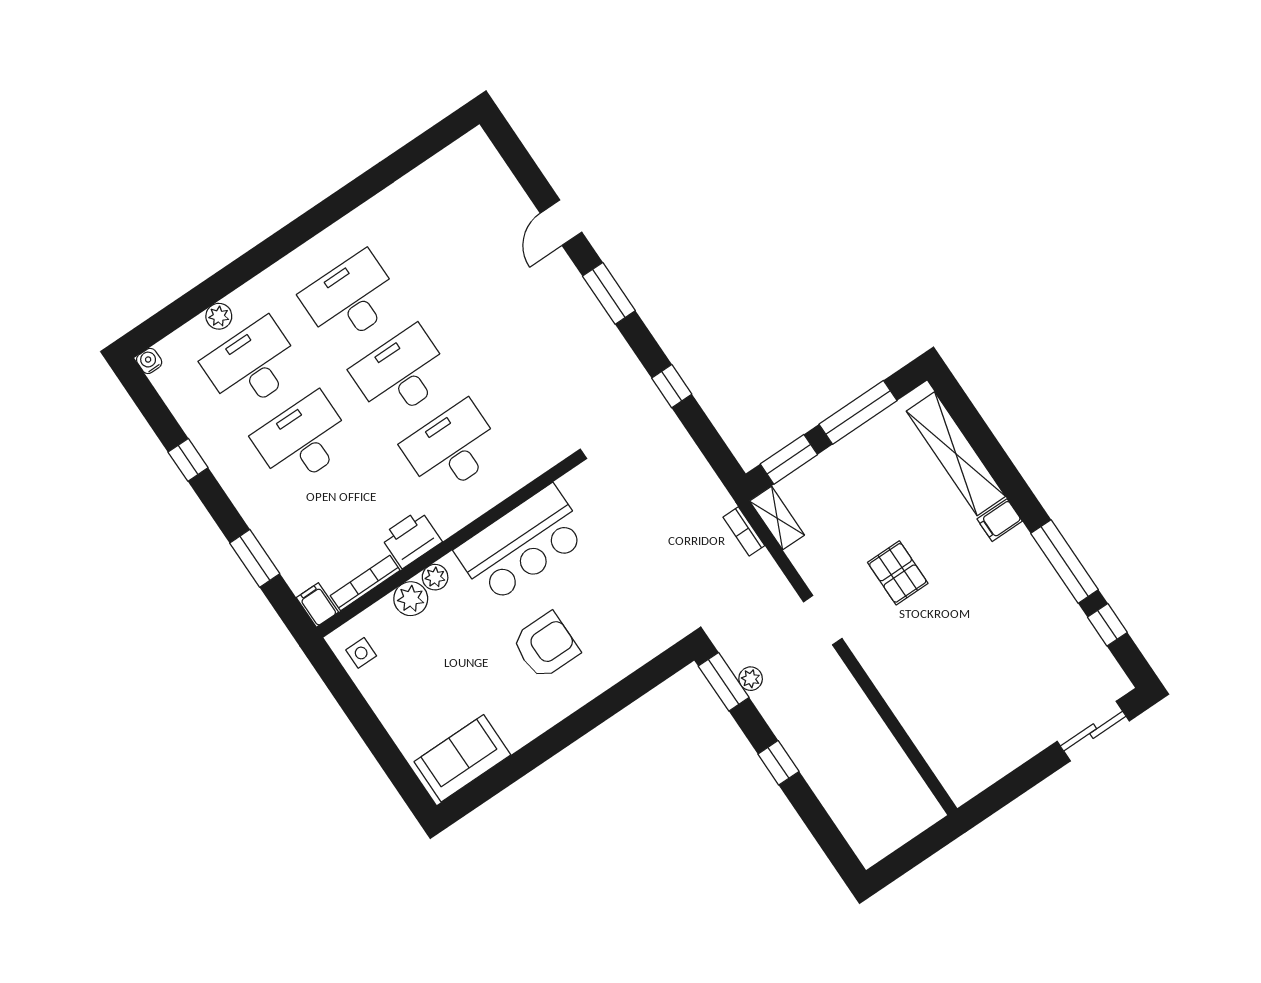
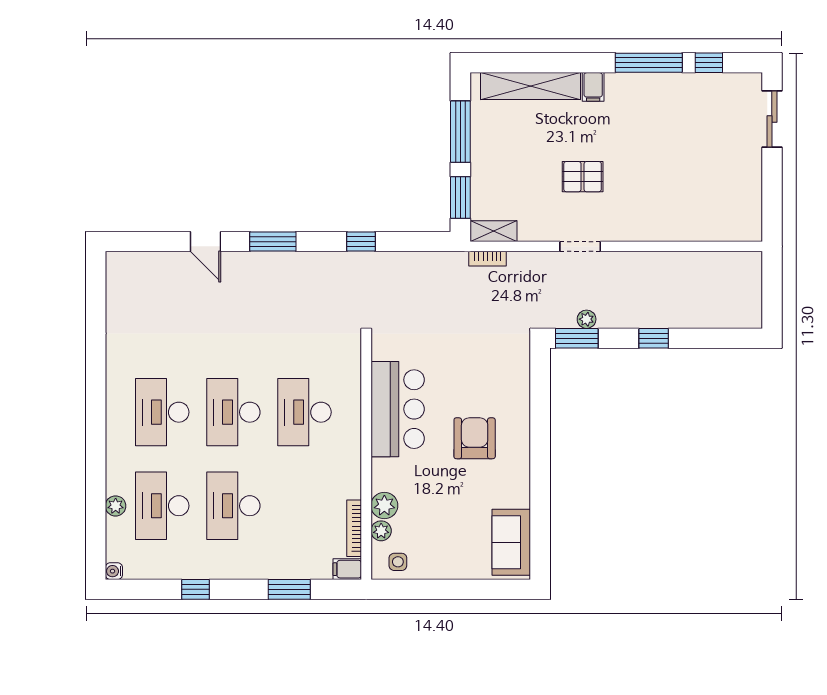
printer: (411, 539) -> (346, 479), removed
plant: (435, 577) -> (381, 531), moved

